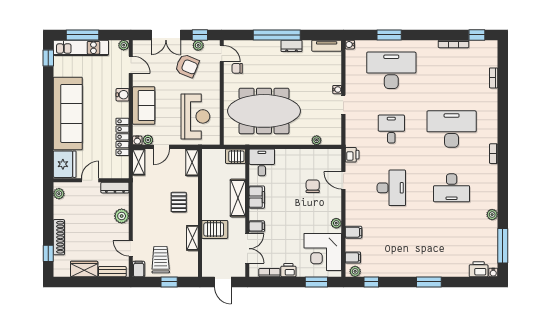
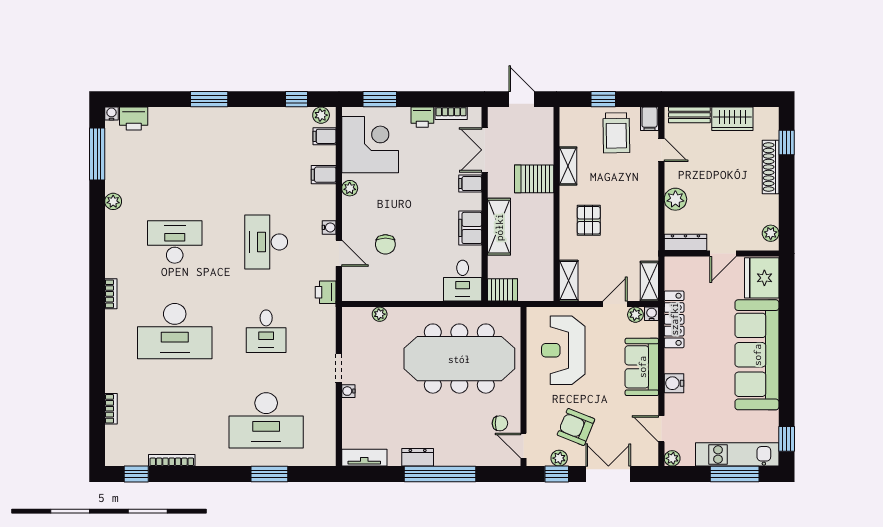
water cooler: (350, 45) -> (329, 227), moved

